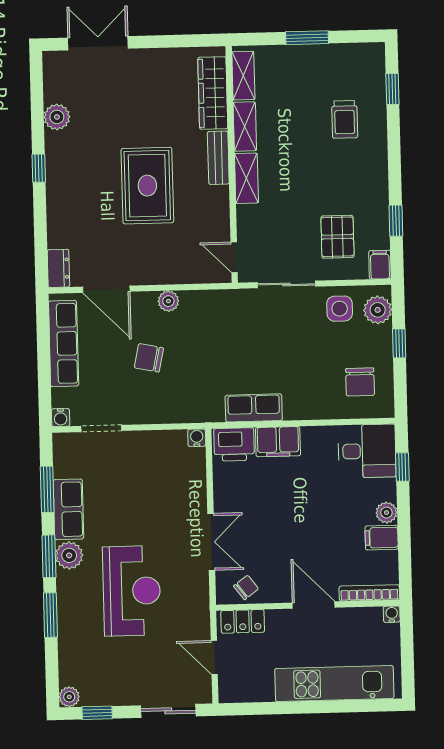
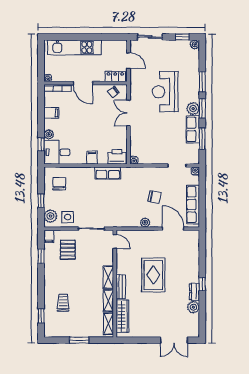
dresser: (58, 268) -> (194, 292), moved
filing cabinet: (278, 442) -> (92, 158), width x0.50
plant: (386, 513) -> (49, 134), moved

